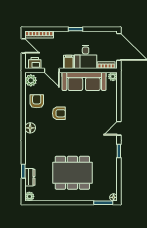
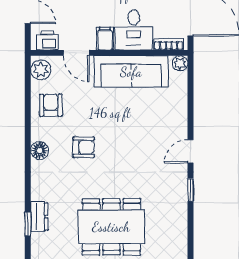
armchair: (59, 113) -> (84, 147), moved
dresser: (30, 177) -> (39, 217), moved

